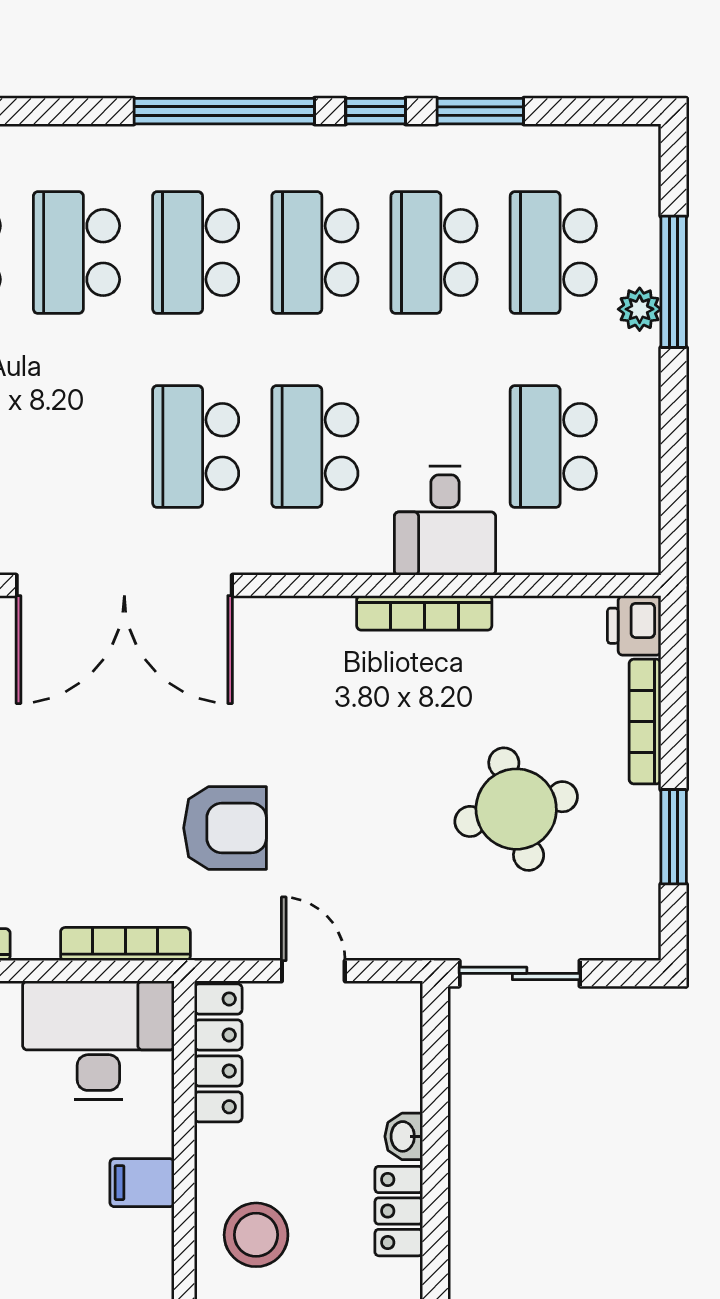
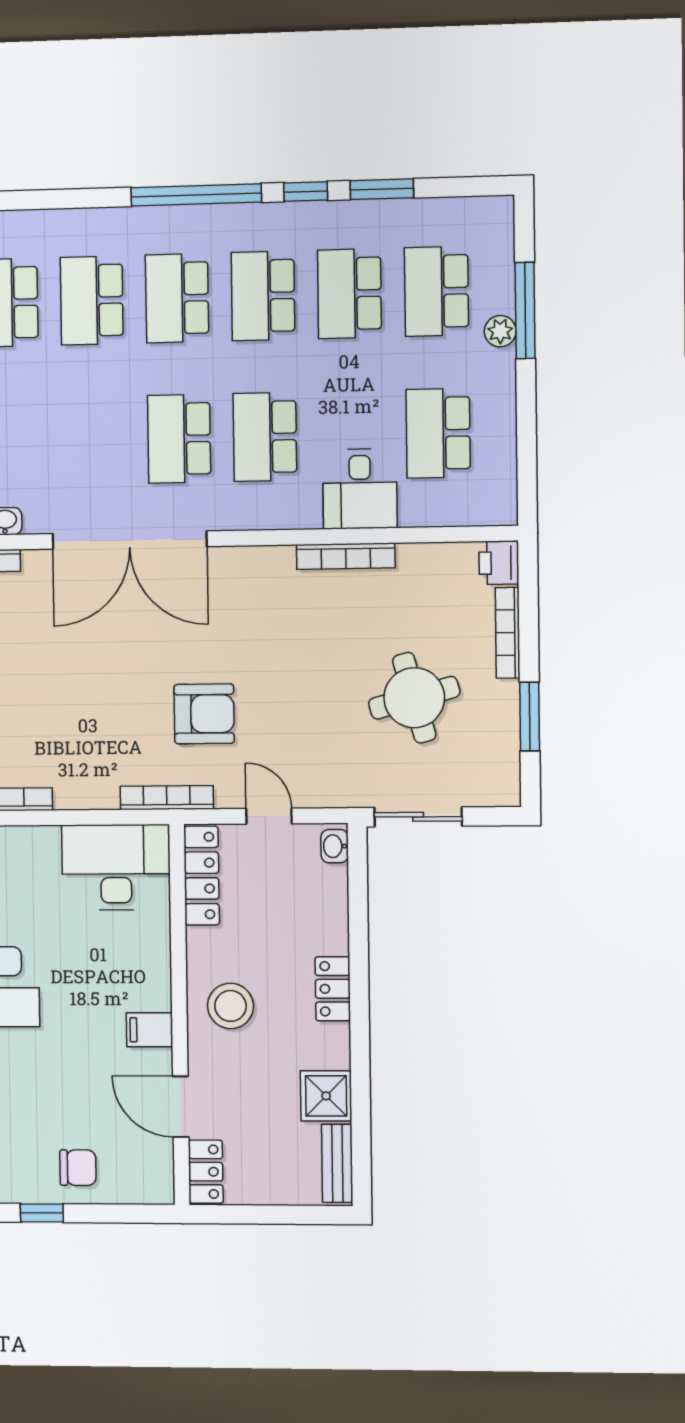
bookcase: (125, 944) -> (167, 798), moved
washbasin: (404, 1136) -> (335, 846), moved
filing cabinet: (142, 1183) -> (149, 1030), moved

